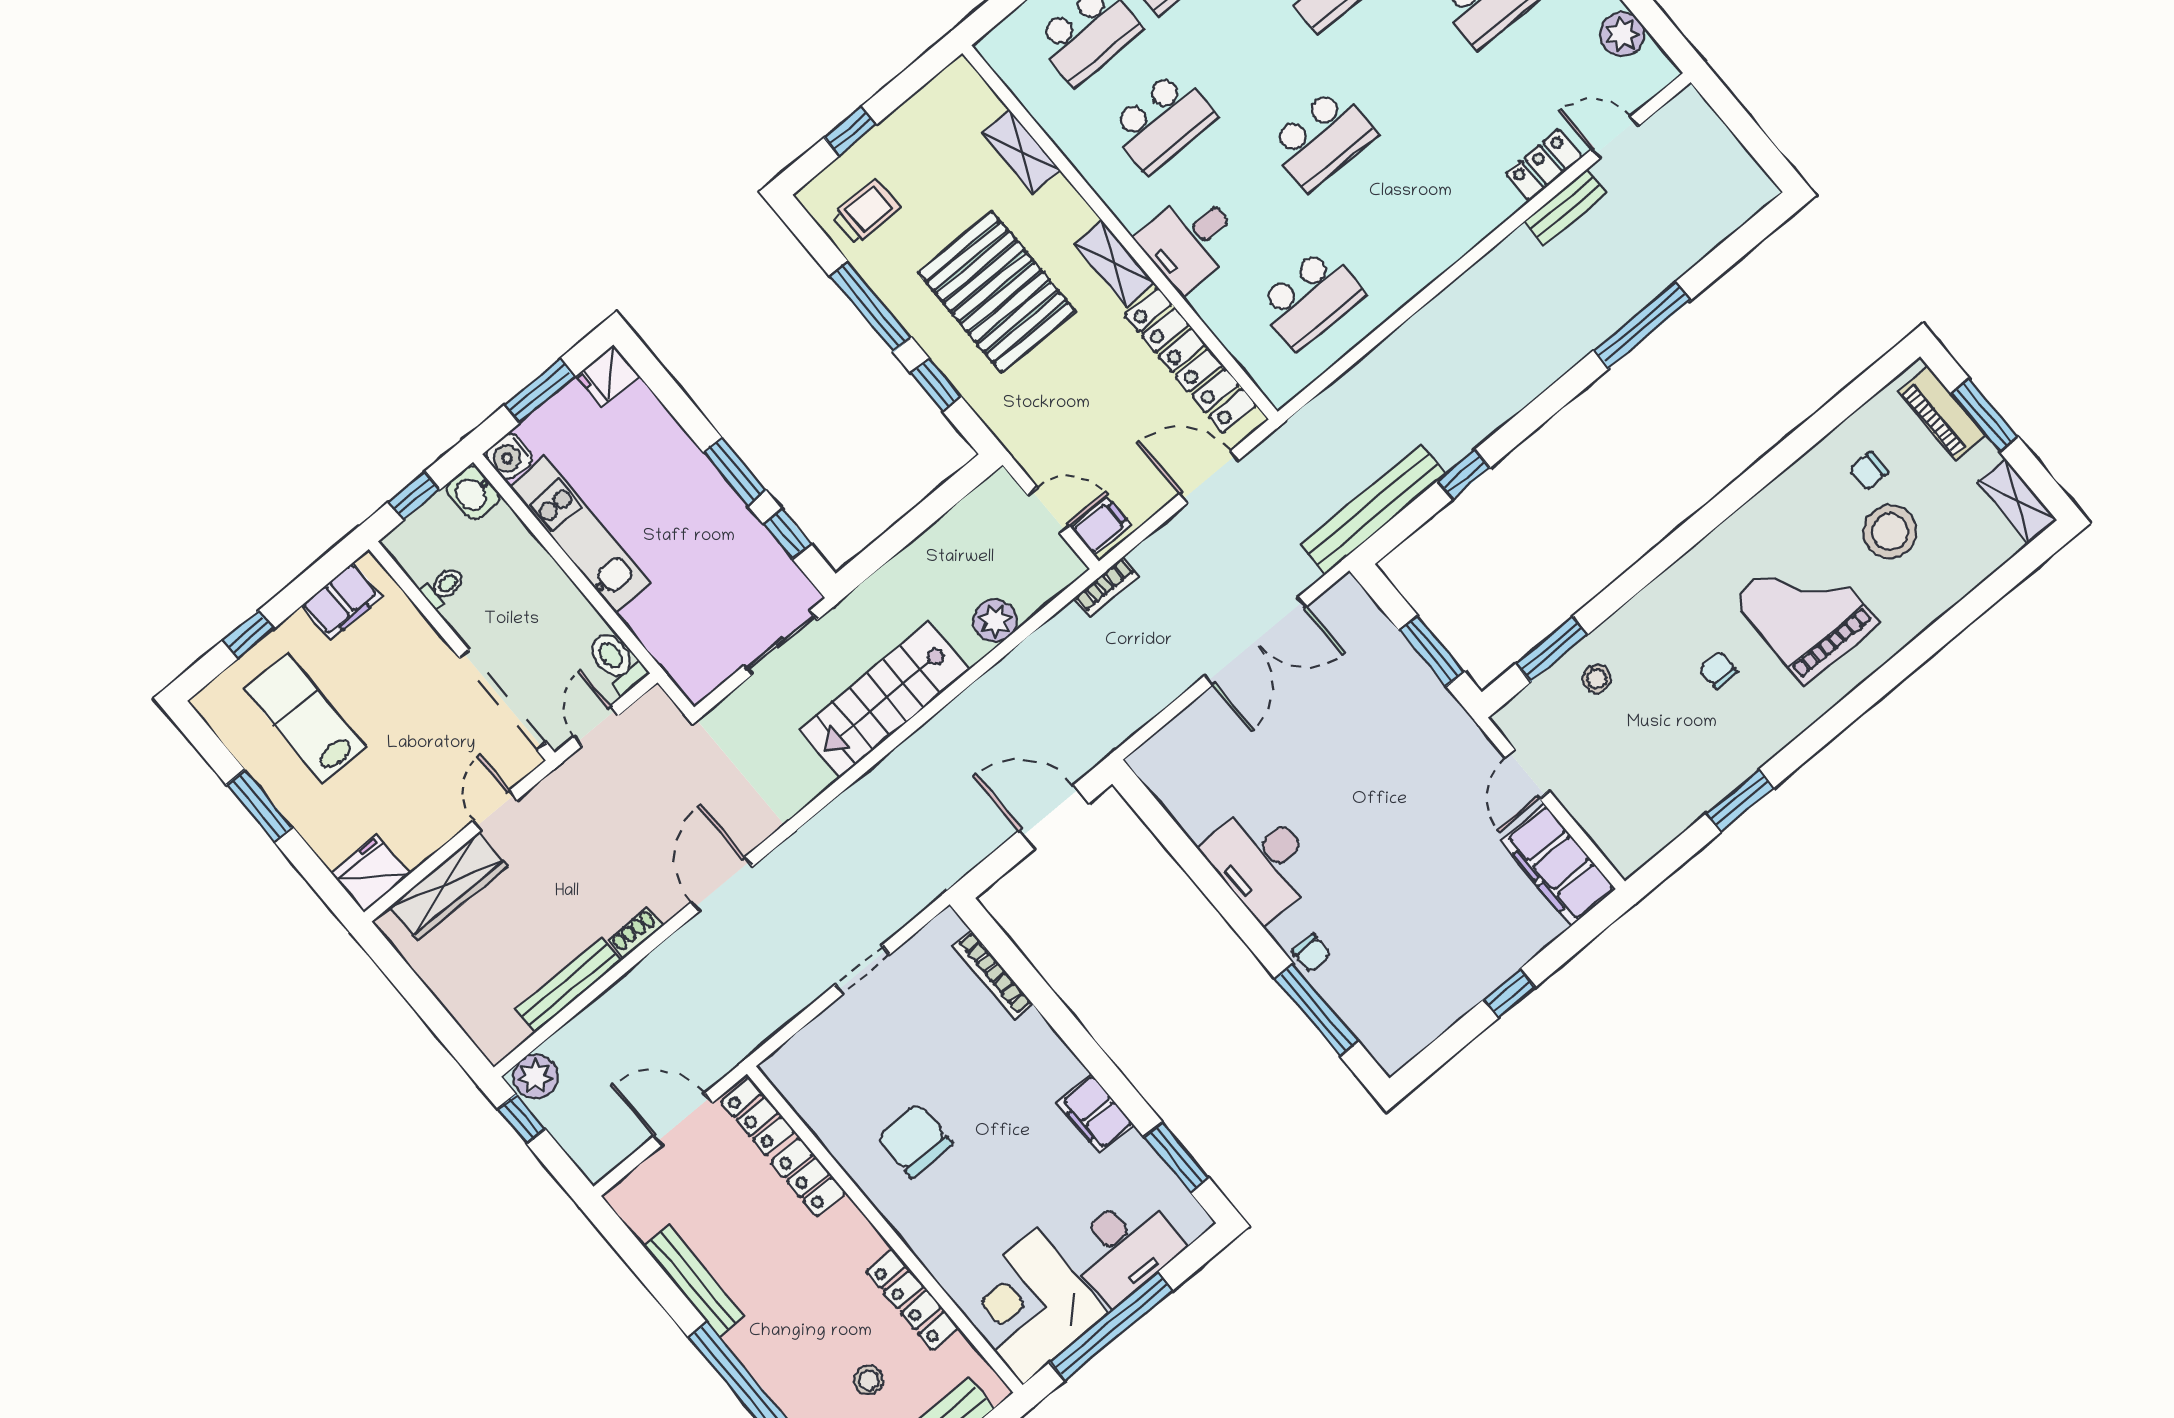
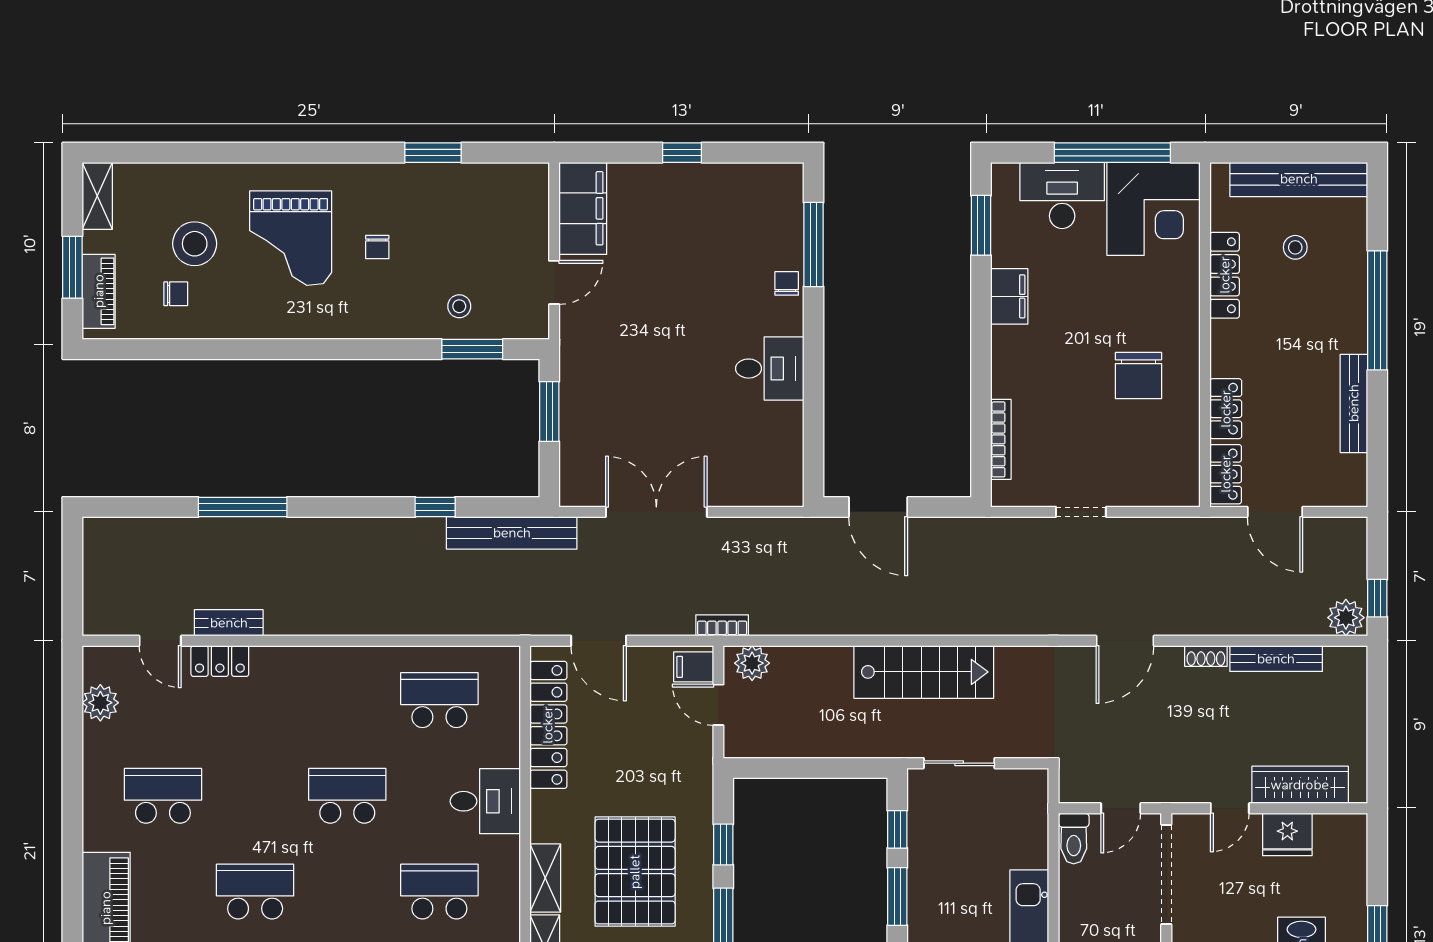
shelving: (1114, 264) -> (545, 878), moved
plant: (995, 621) -> (752, 663), moved
desk: (1261, 861) -> (770, 369), width x0.73
fridge: (370, 874) -> (1287, 834), moved

